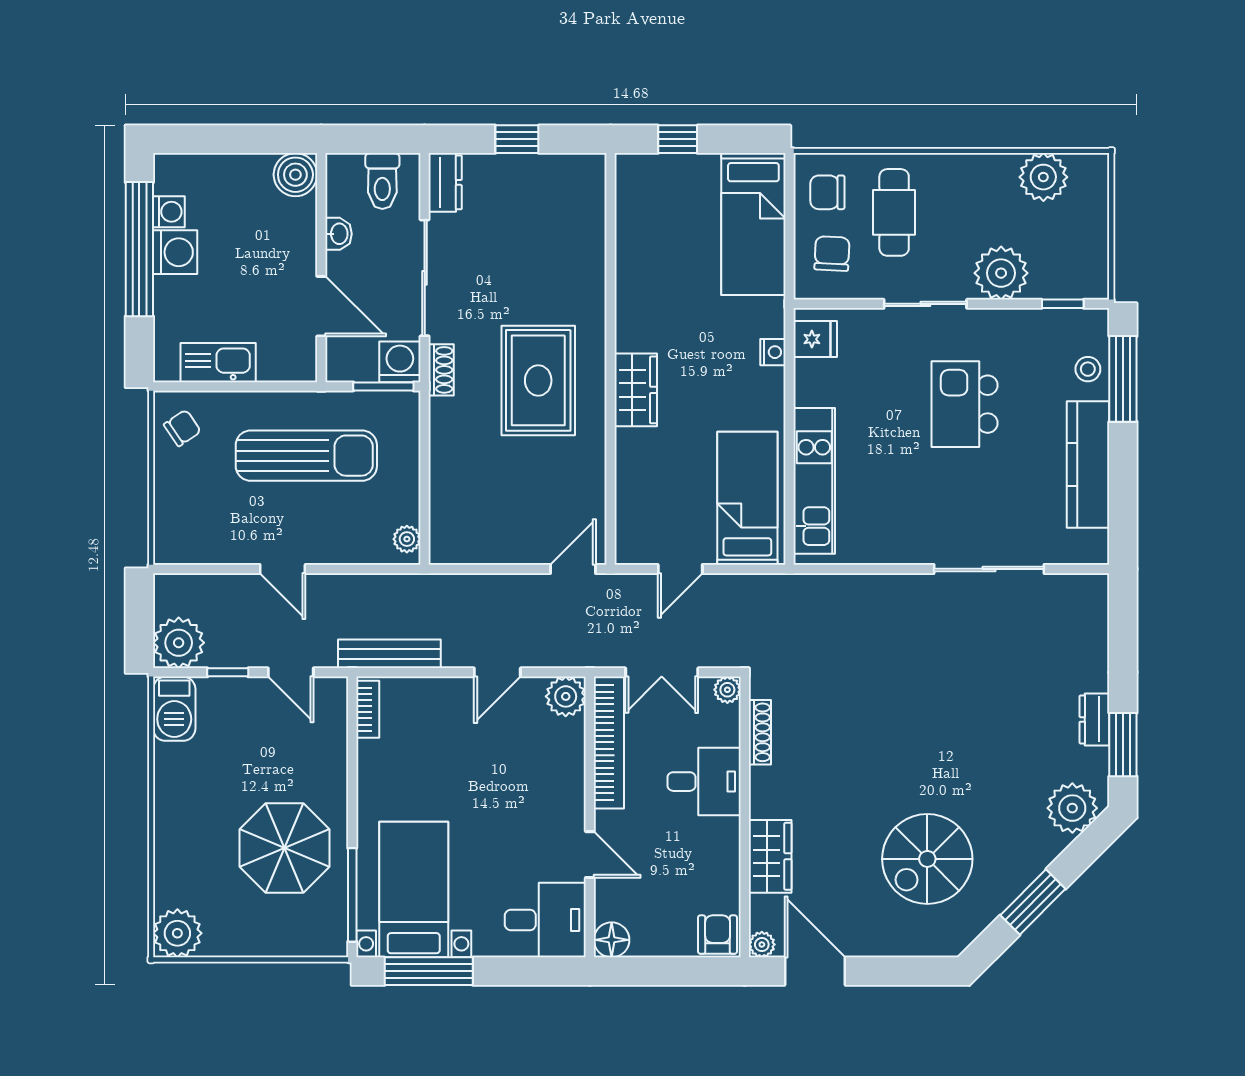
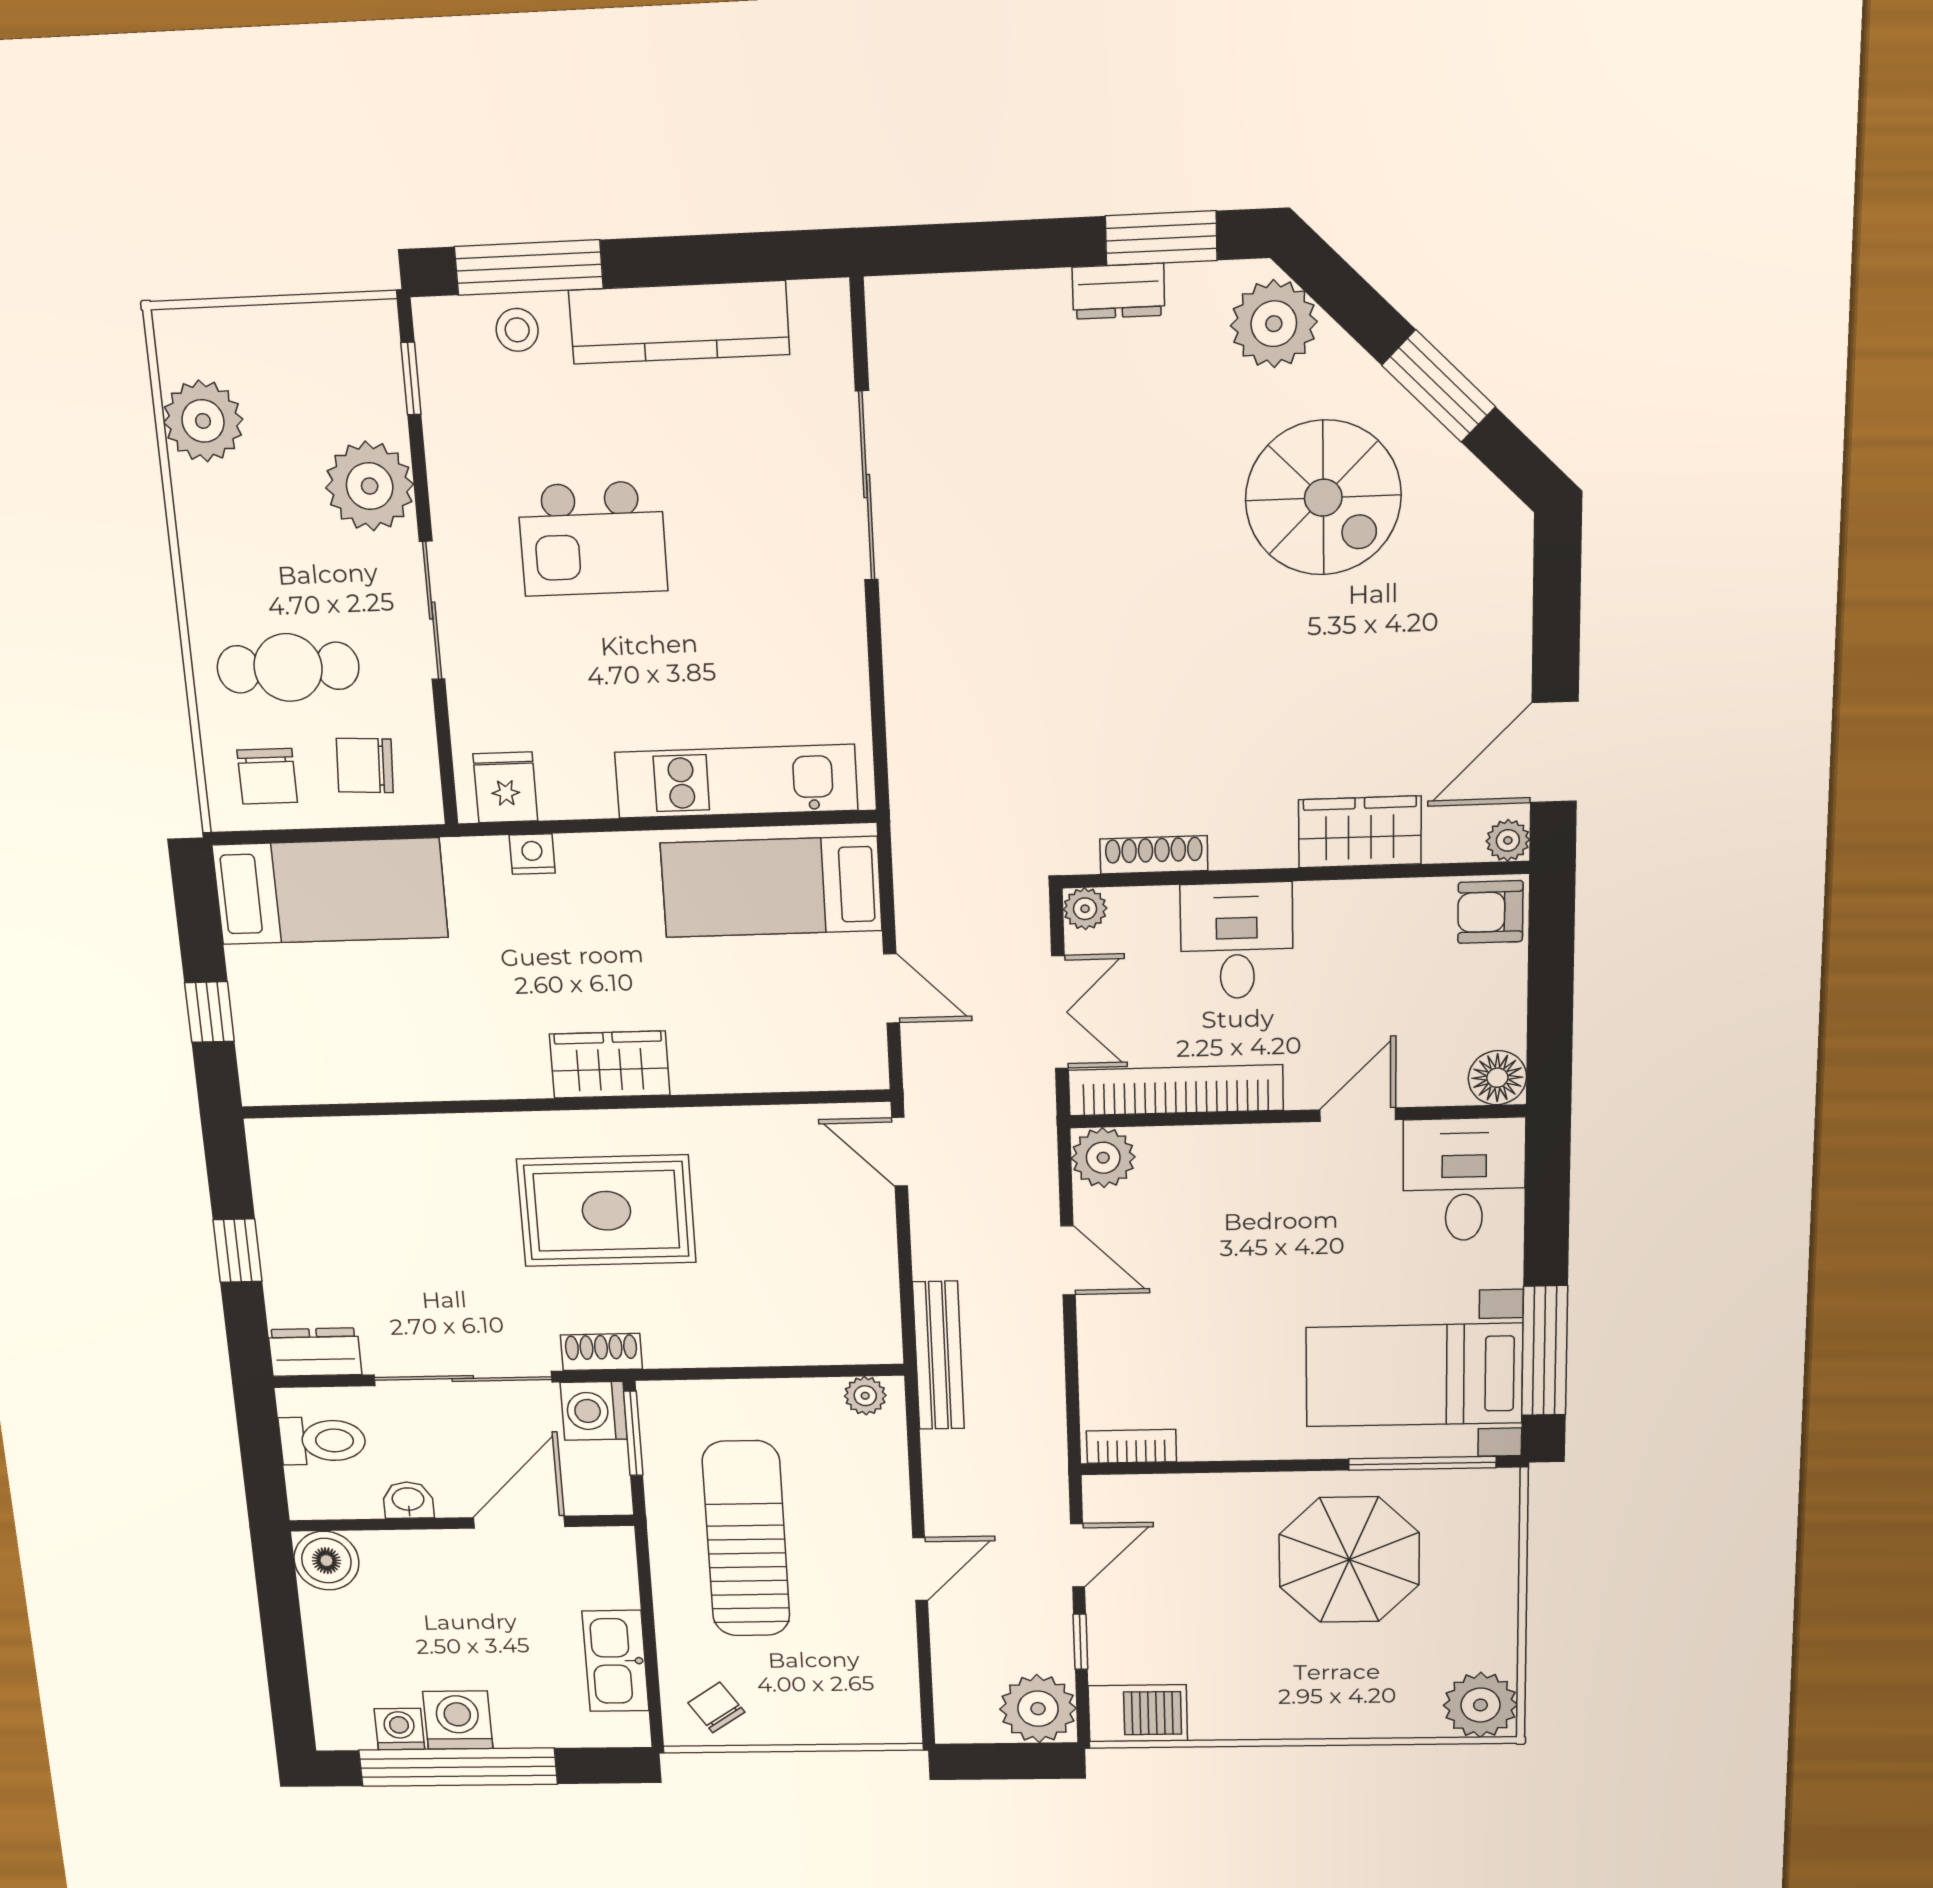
bench: (389, 654) -> (938, 1355), moved
spiral stairs: (927, 859) -> (1323, 498), moved

